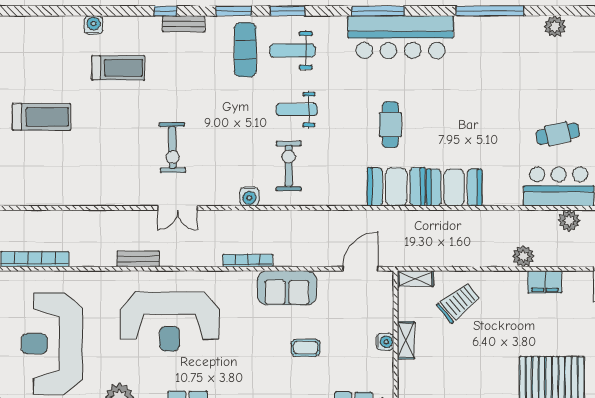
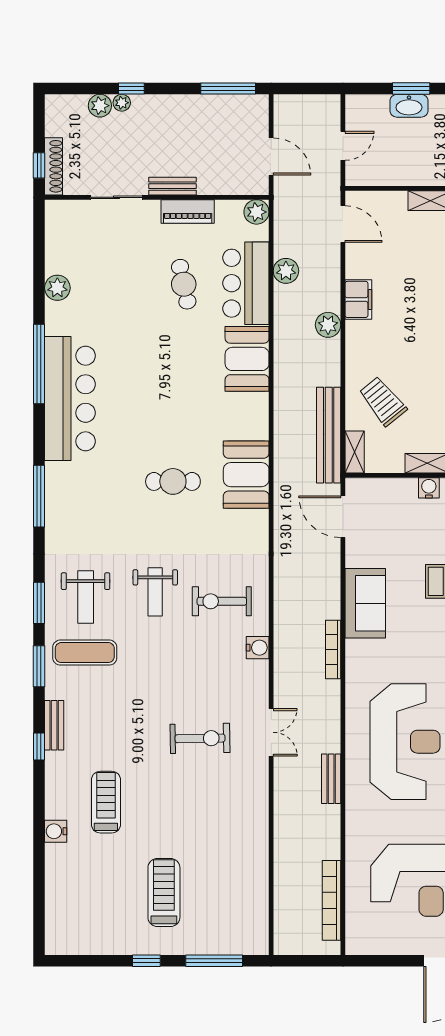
bar counter: (401, 37) -> (70, 399), moved
booth: (454, 188) -> (247, 359), moved
bench: (430, 257) -> (329, 435), added

